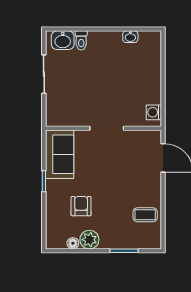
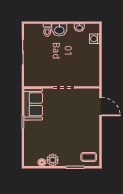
washbasin: (63, 40) -> (59, 30), moved
washing machine: (154, 112) -> (95, 39), moved
armchair: (81, 206) -> (47, 138), removed
coffee table: (145, 215) -> (89, 157), moved

